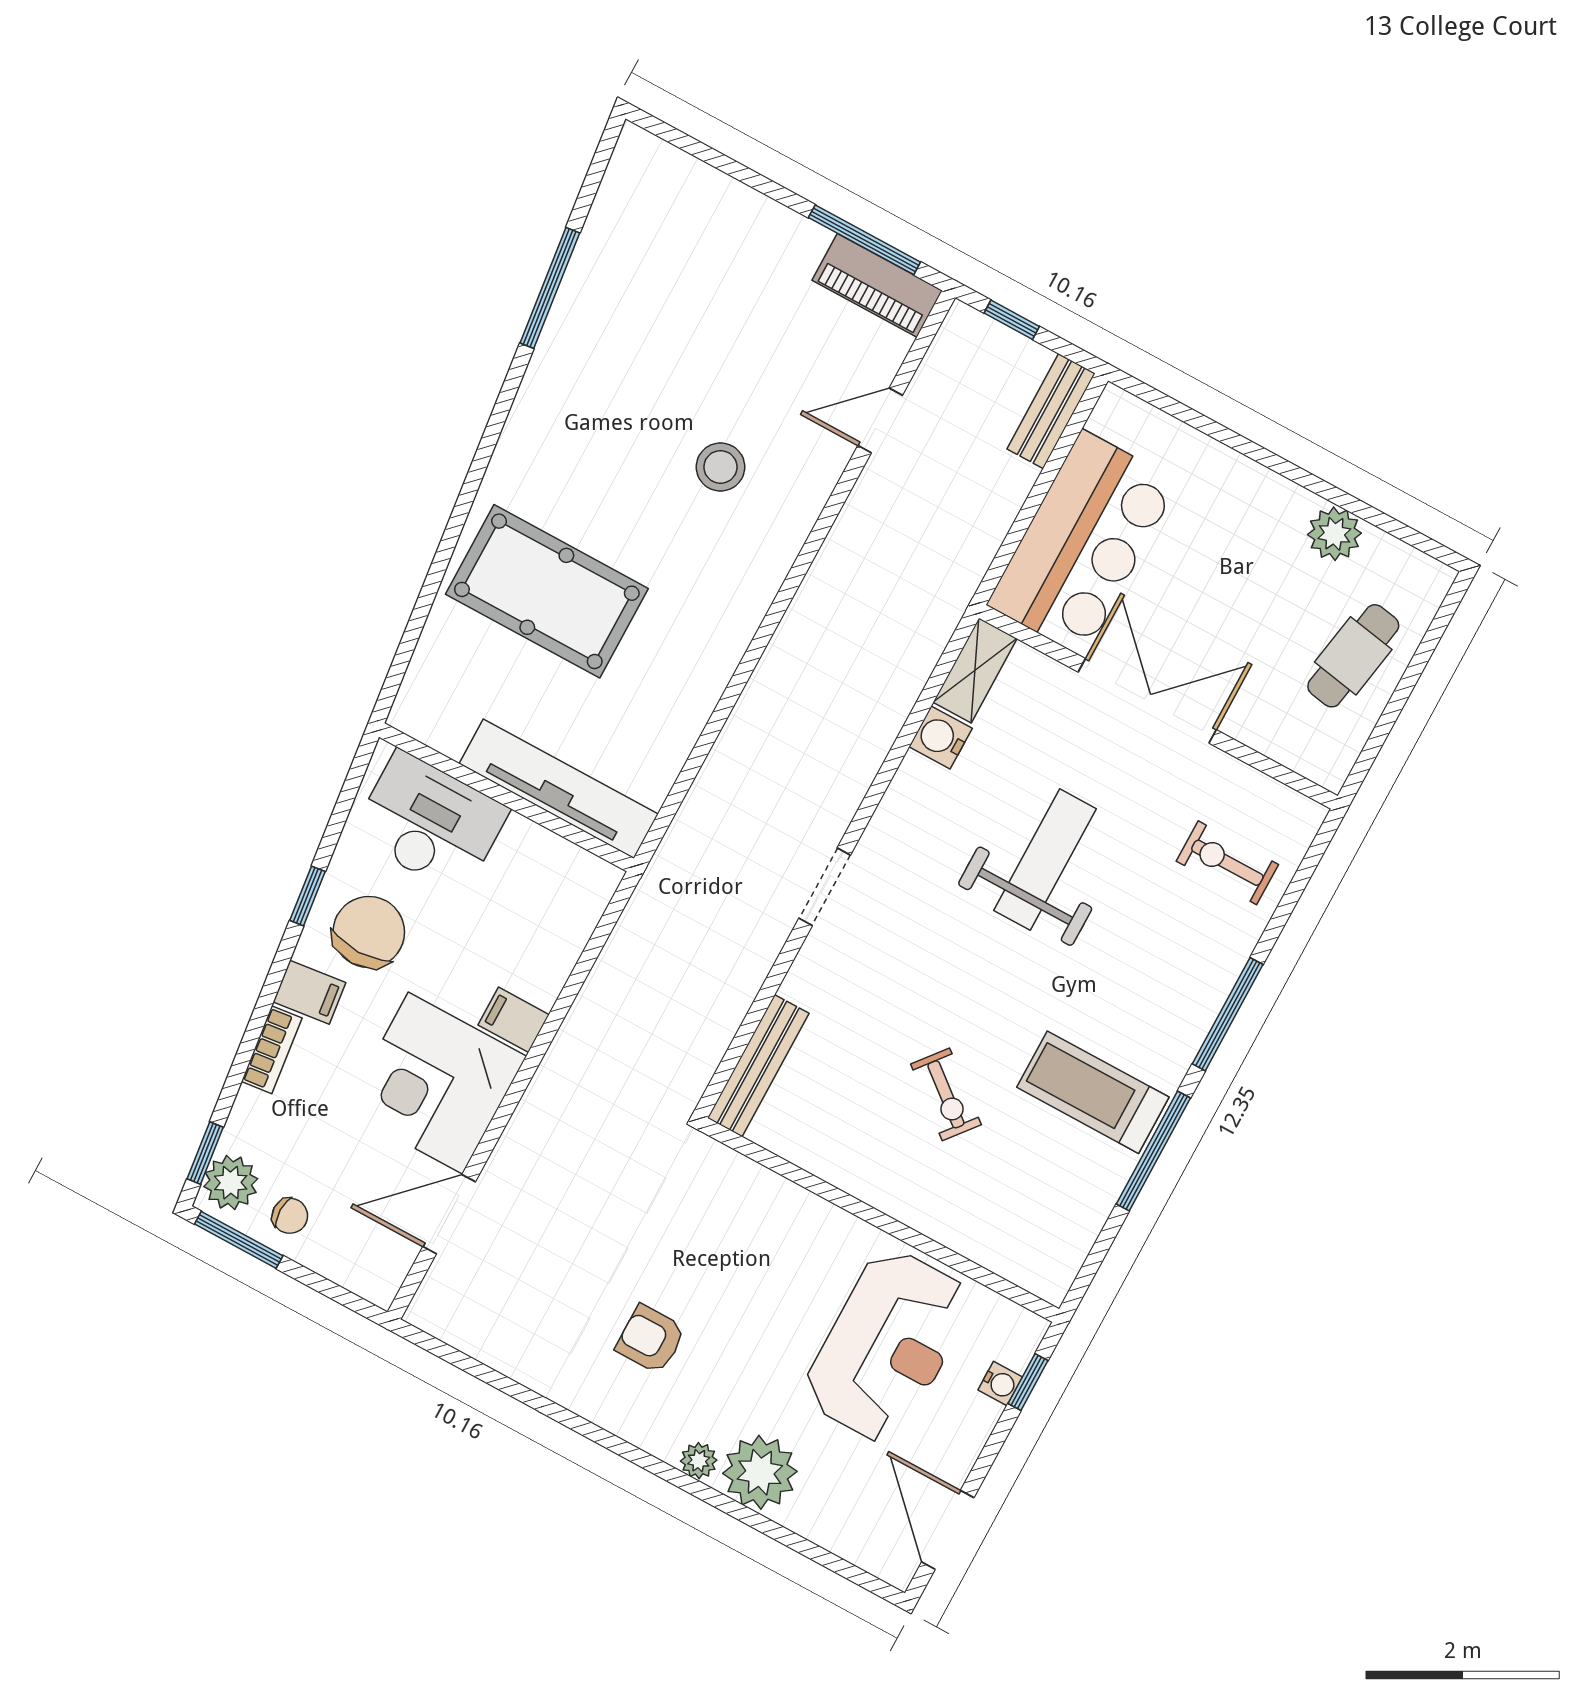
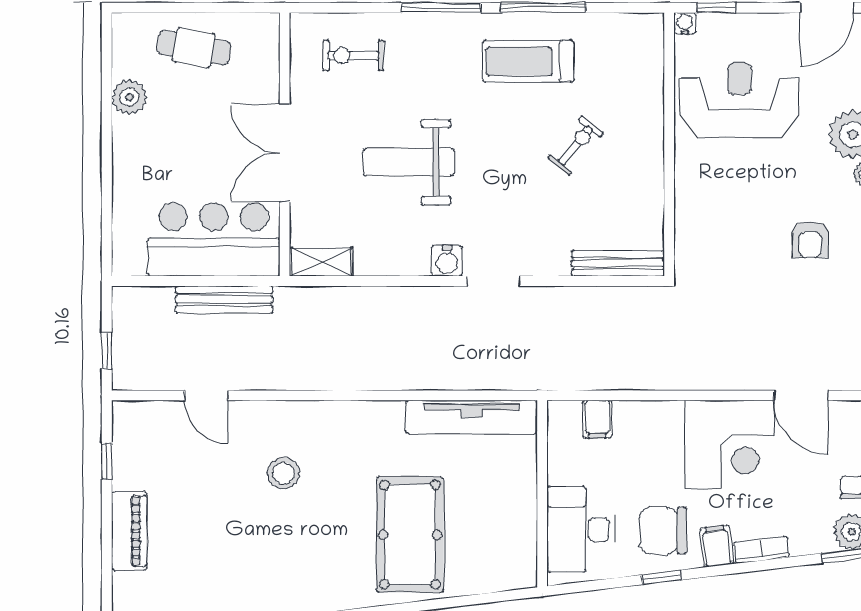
window: (864, 240) -> (107, 461), width x0.46
piano: (877, 285) -> (129, 531), moved
bench: (1051, 411) -> (224, 299), moved, width x1.36
water cooler: (941, 738) -> (447, 261), moved
tv unit: (559, 789) -> (472, 417), moved, turned -90
exercise bike: (1227, 863) -> (353, 56), turned 90
filing cabinet: (514, 1020) -> (597, 419), moved
treadmill: (1093, 1092) -> (528, 61), turned 90
water cooler: (1000, 1383) -> (685, 23), moved

